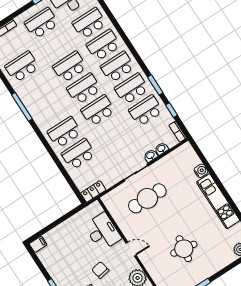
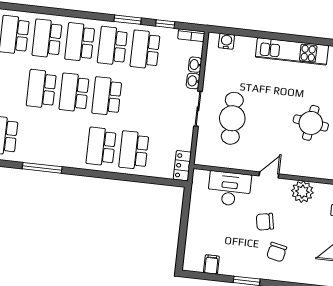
water cooler: (201, 171) -> (226, 41), moved
filing cabinet: (38, 244) -> (211, 264), moved

